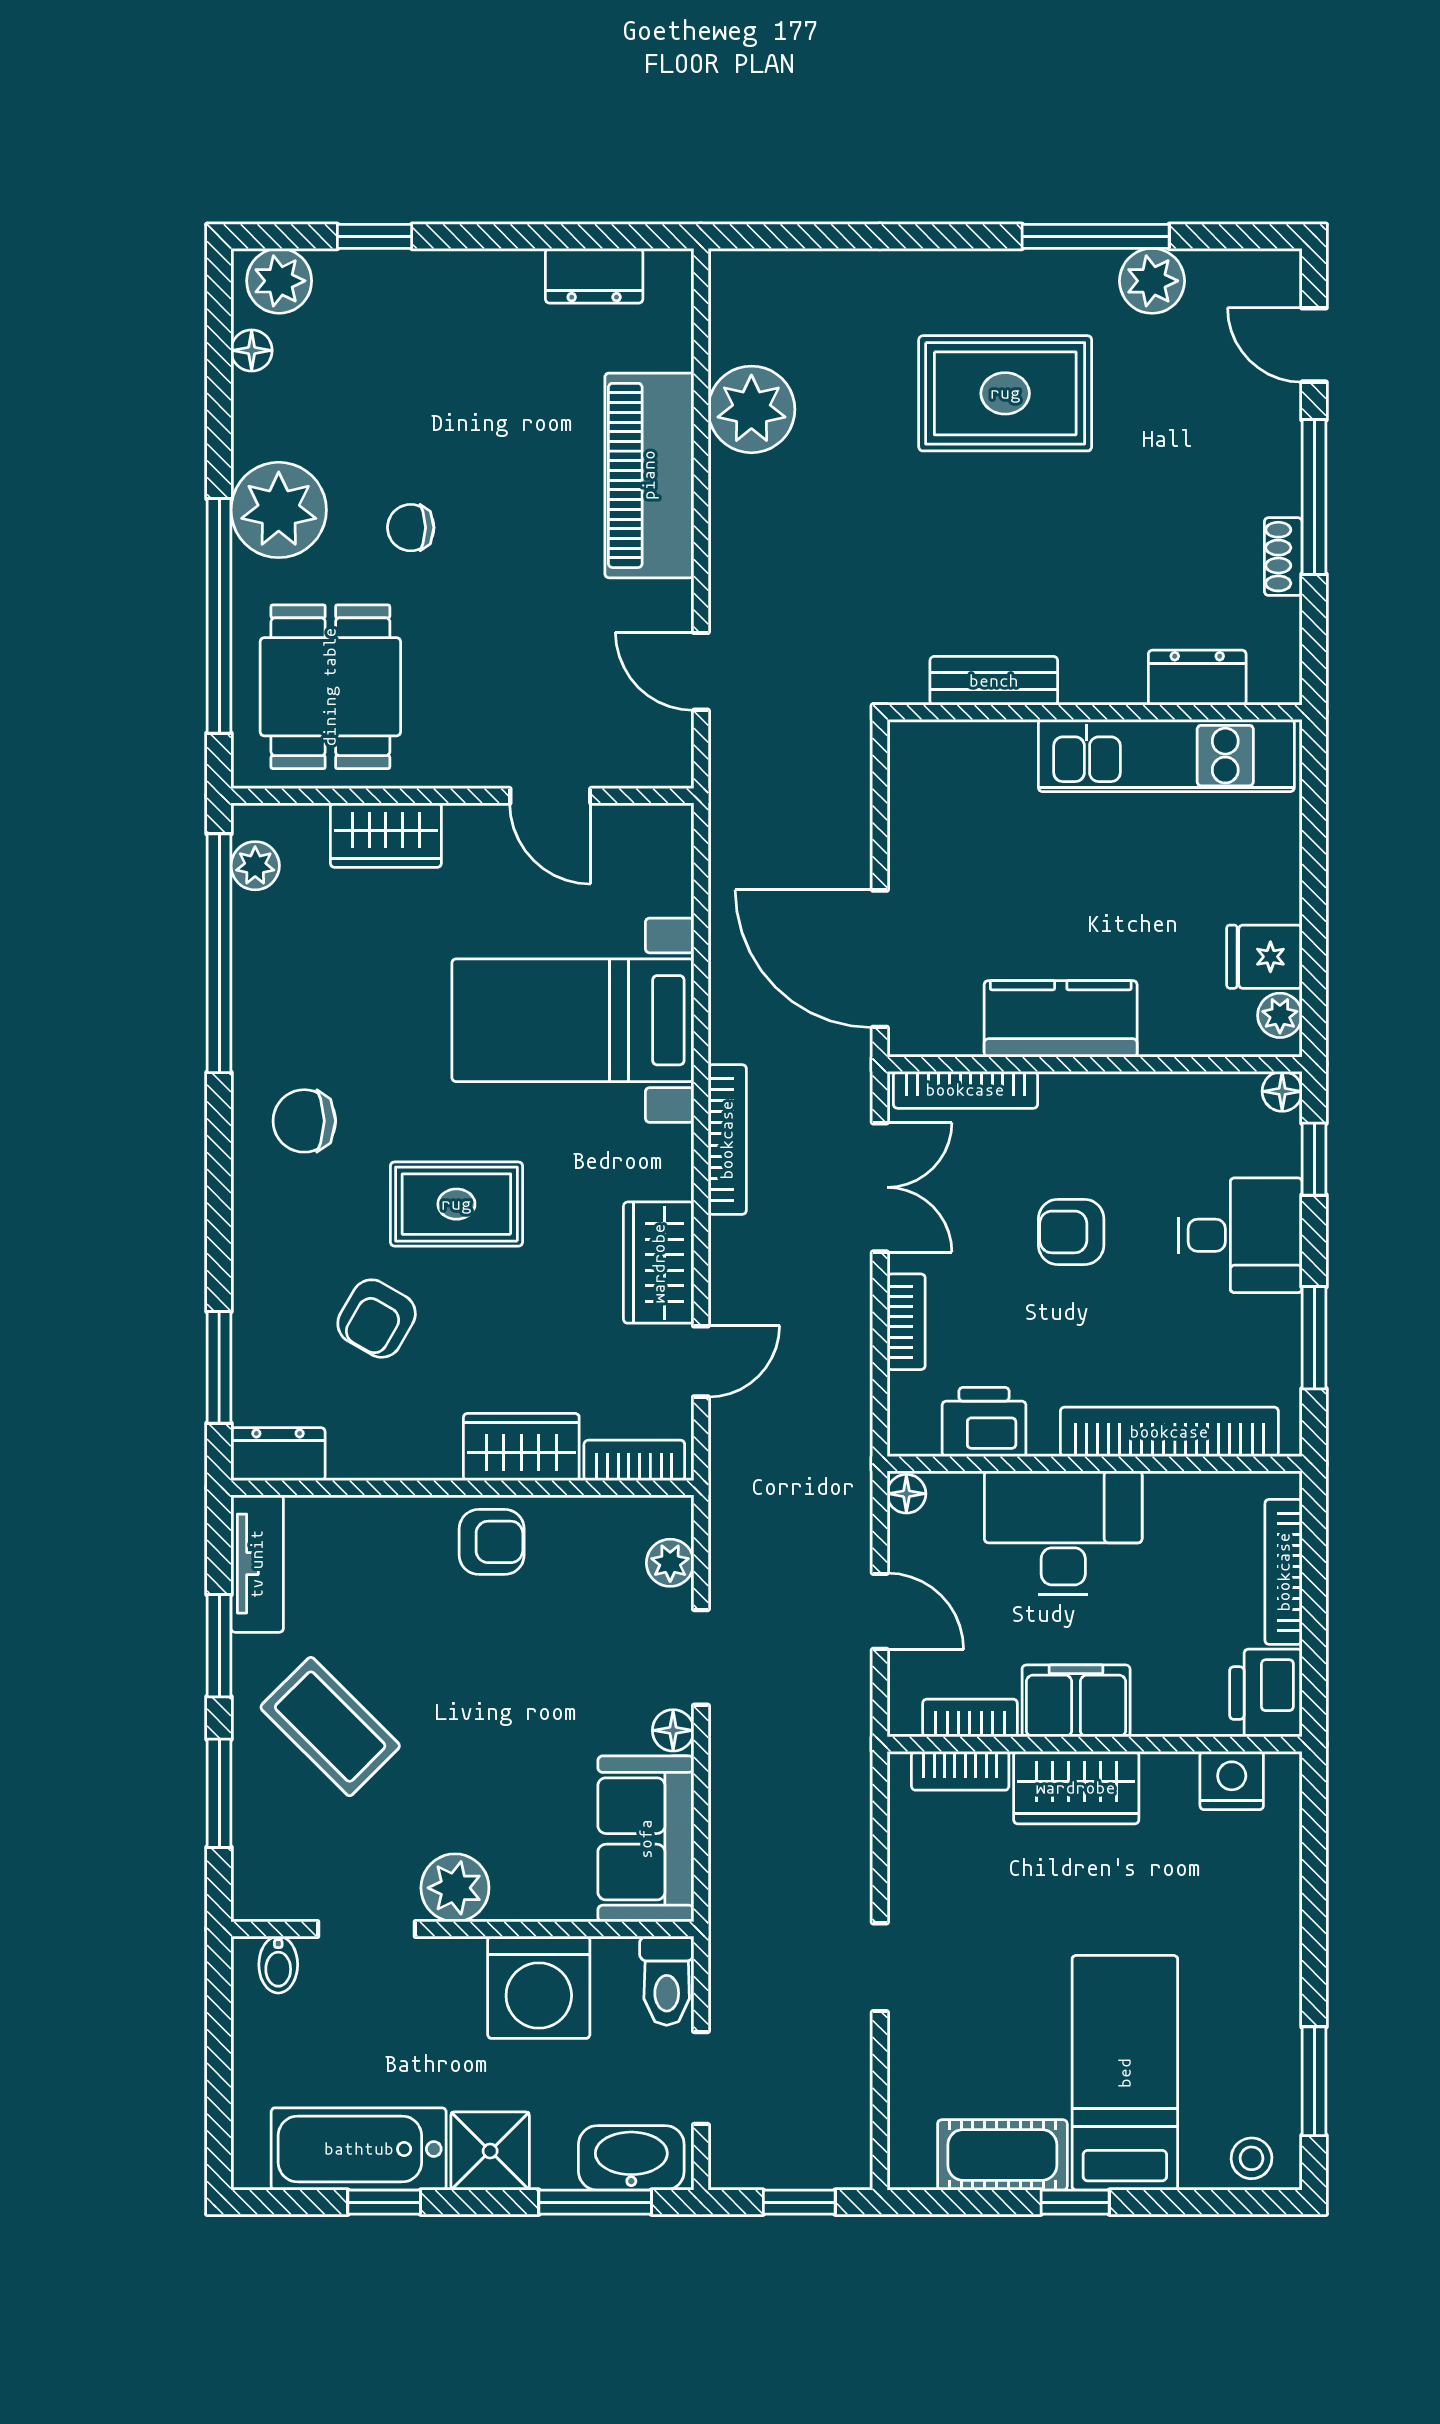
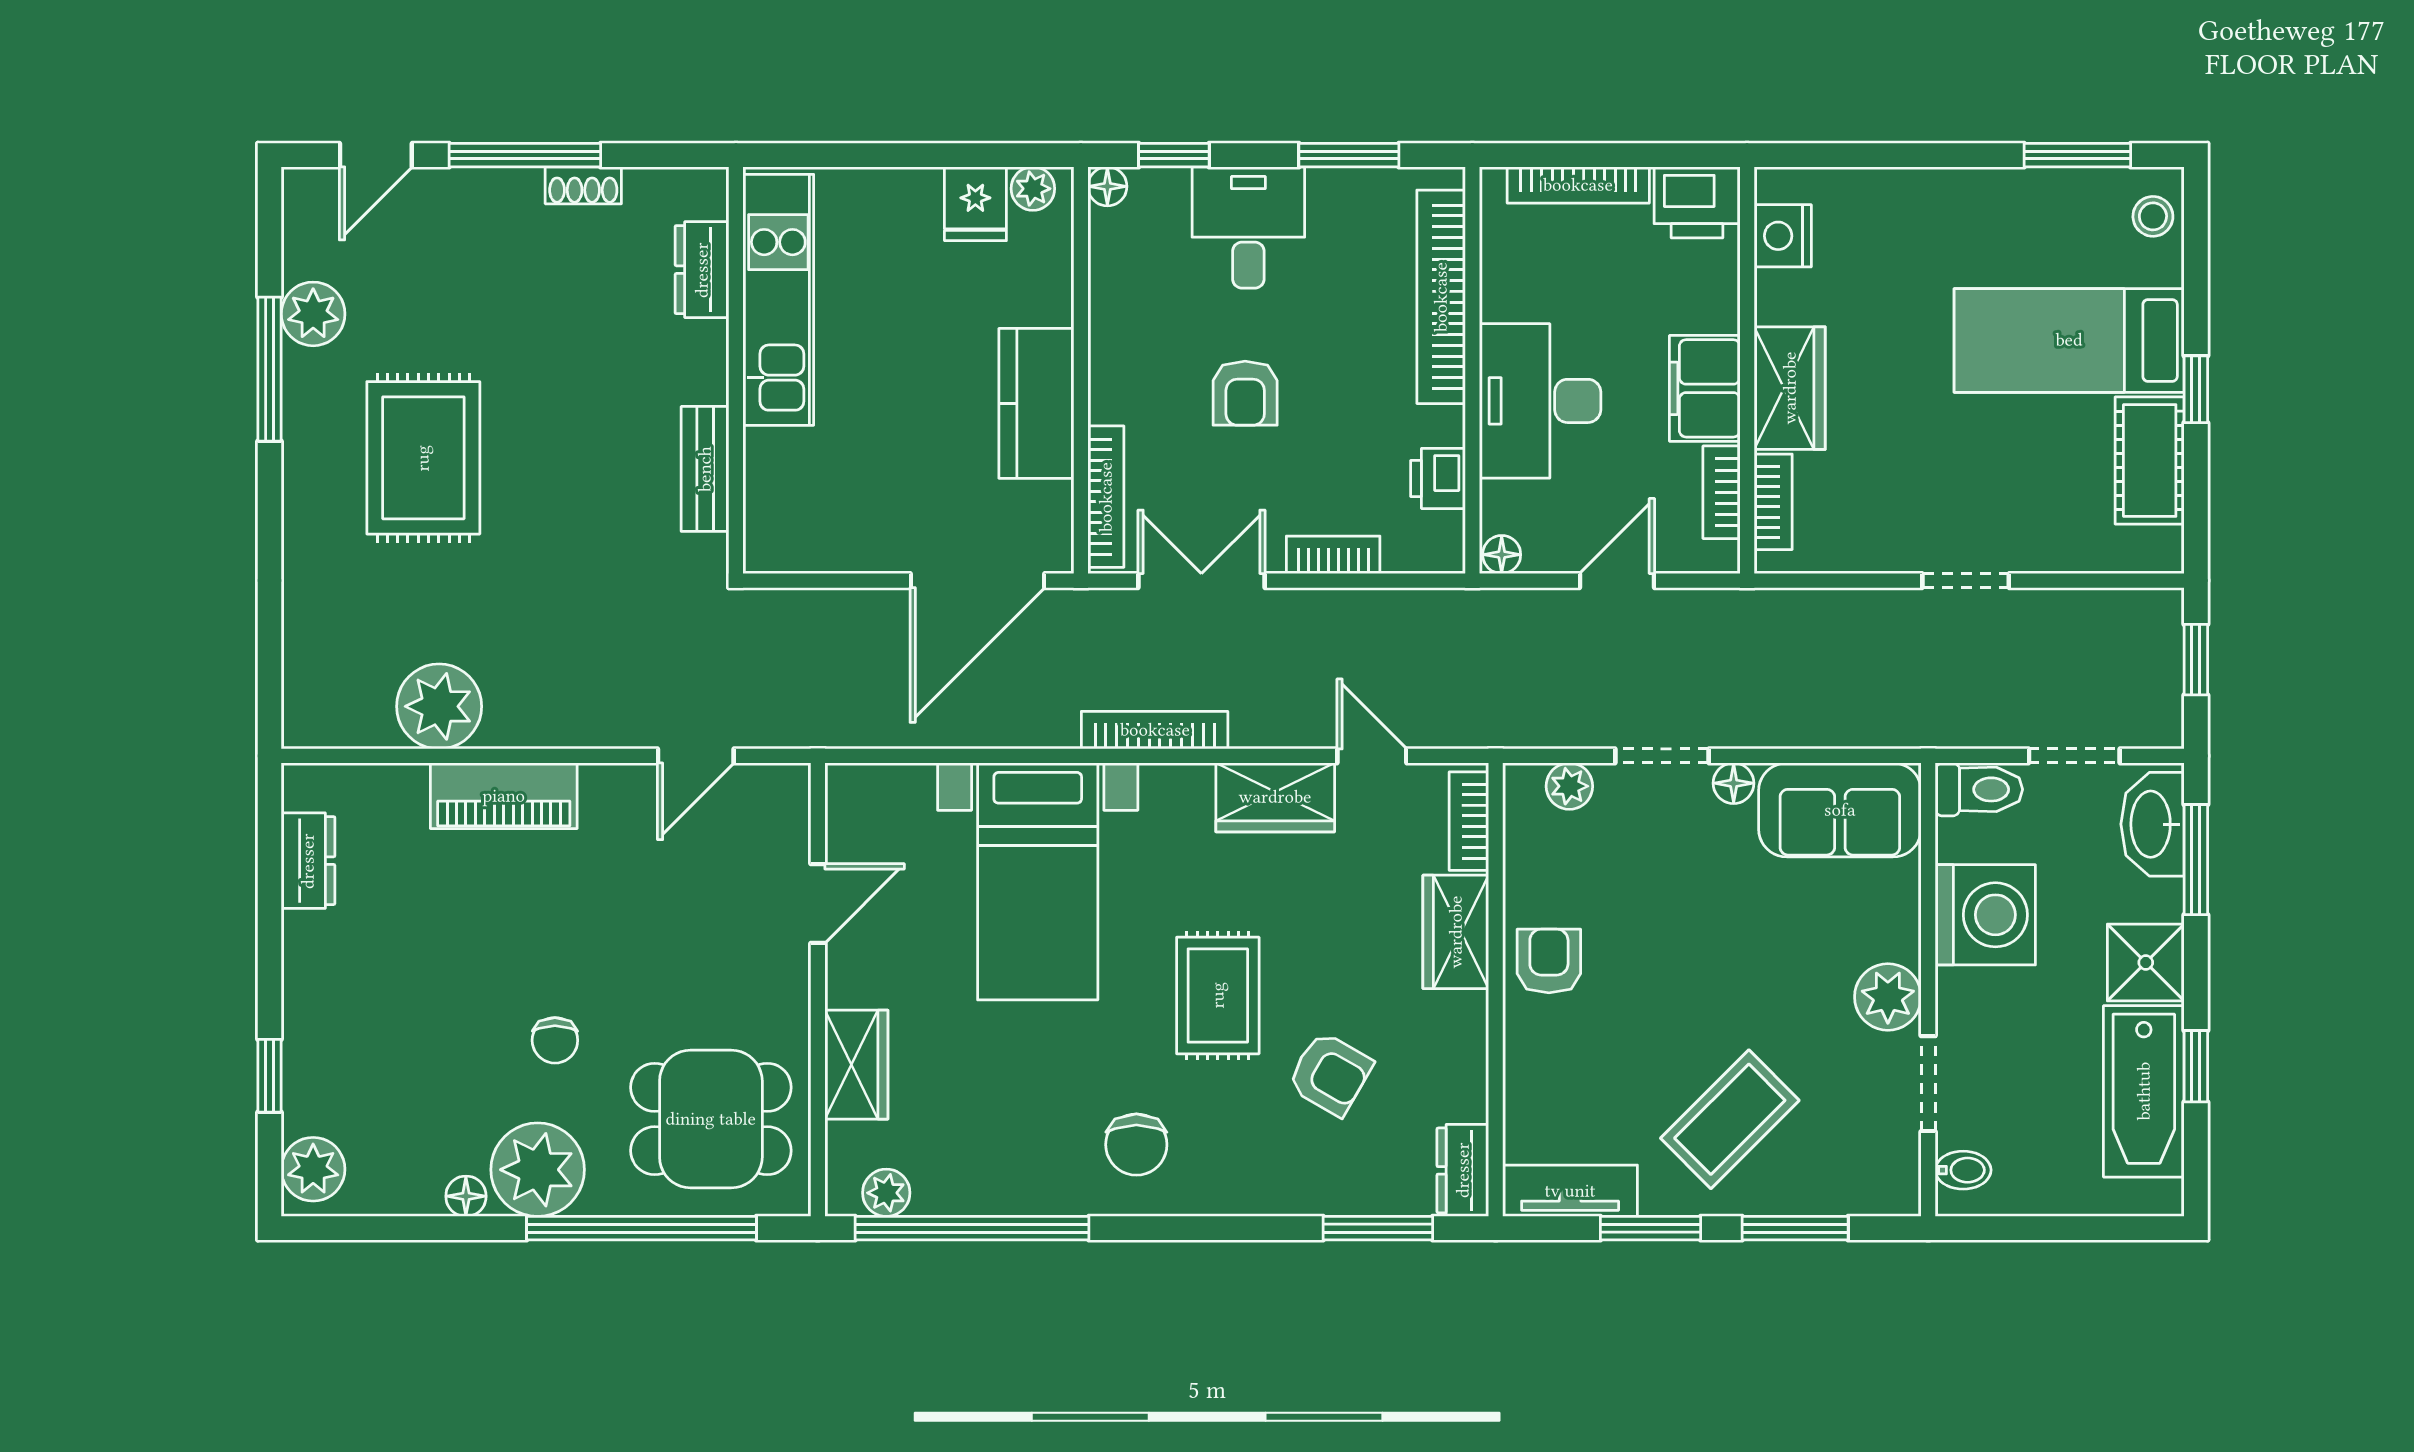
floor lamp: (252, 350) -> (466, 1196), moved
piano: (649, 475) -> (504, 796), width x0.73, depth x0.75
printer: (984, 1422) -> (1438, 478), width x0.73, depth x0.81

